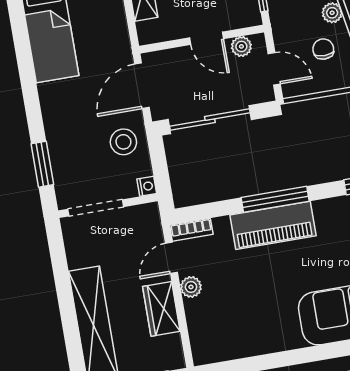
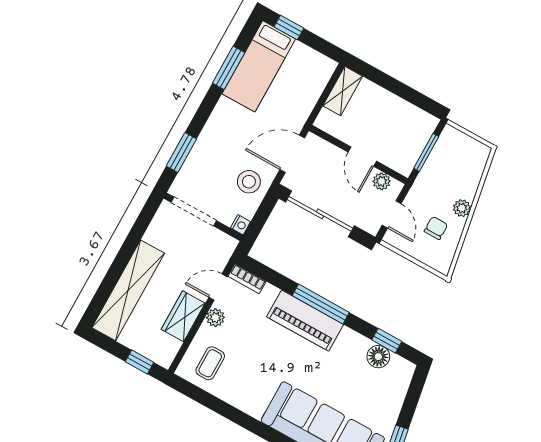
window: (24, 55) -> (229, 68), added
coffee table: (219, 331) -> (210, 363), added

